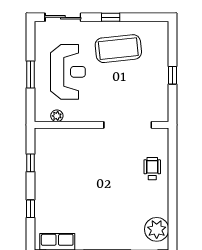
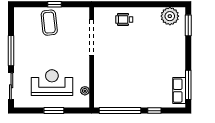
window: (111, 17) -> (11, 51), width x2.17
coffee table: (118, 49) -> (49, 23), moved, width x0.73, depth x0.76
window: (30, 163) -> (120, 111), width x3.17

